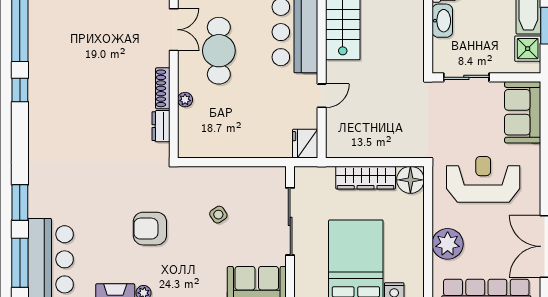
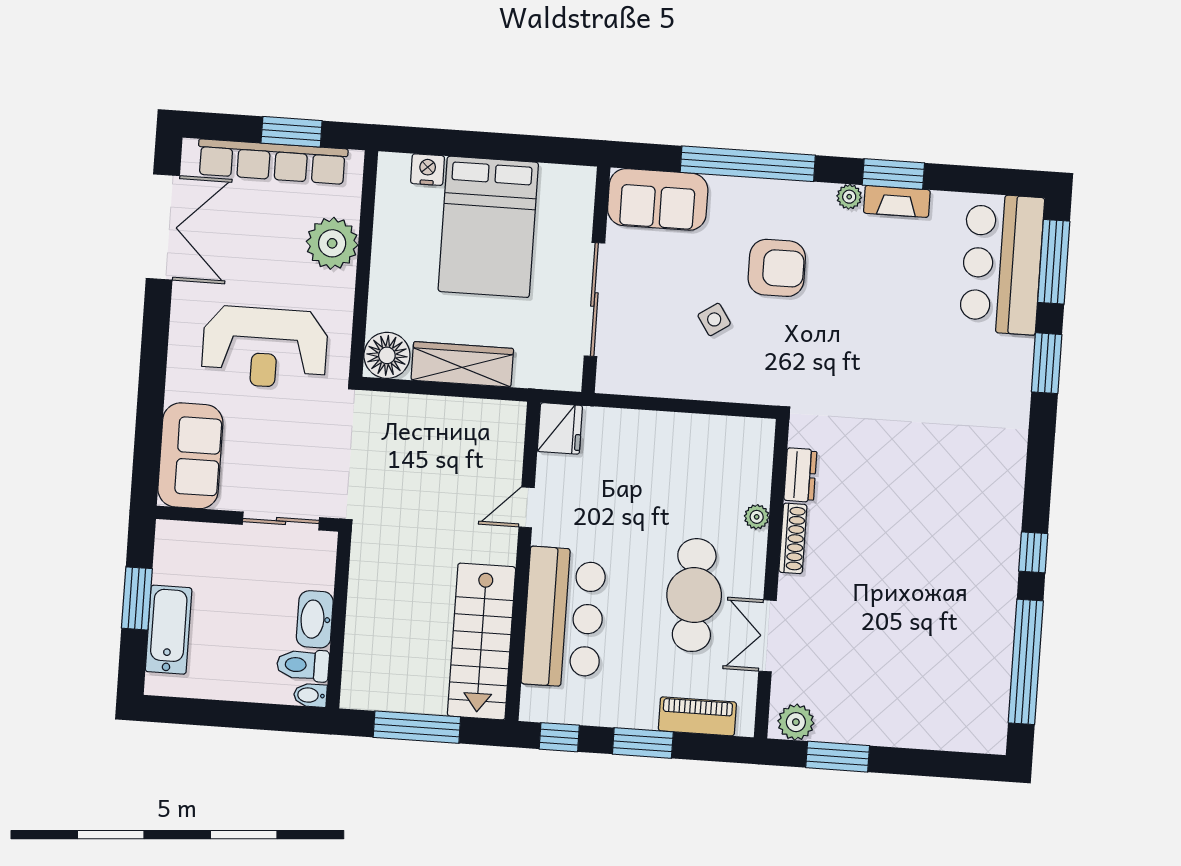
shower: (528, 49) -> (174, 562), removed
armchair: (150, 229) -> (777, 268), moved

